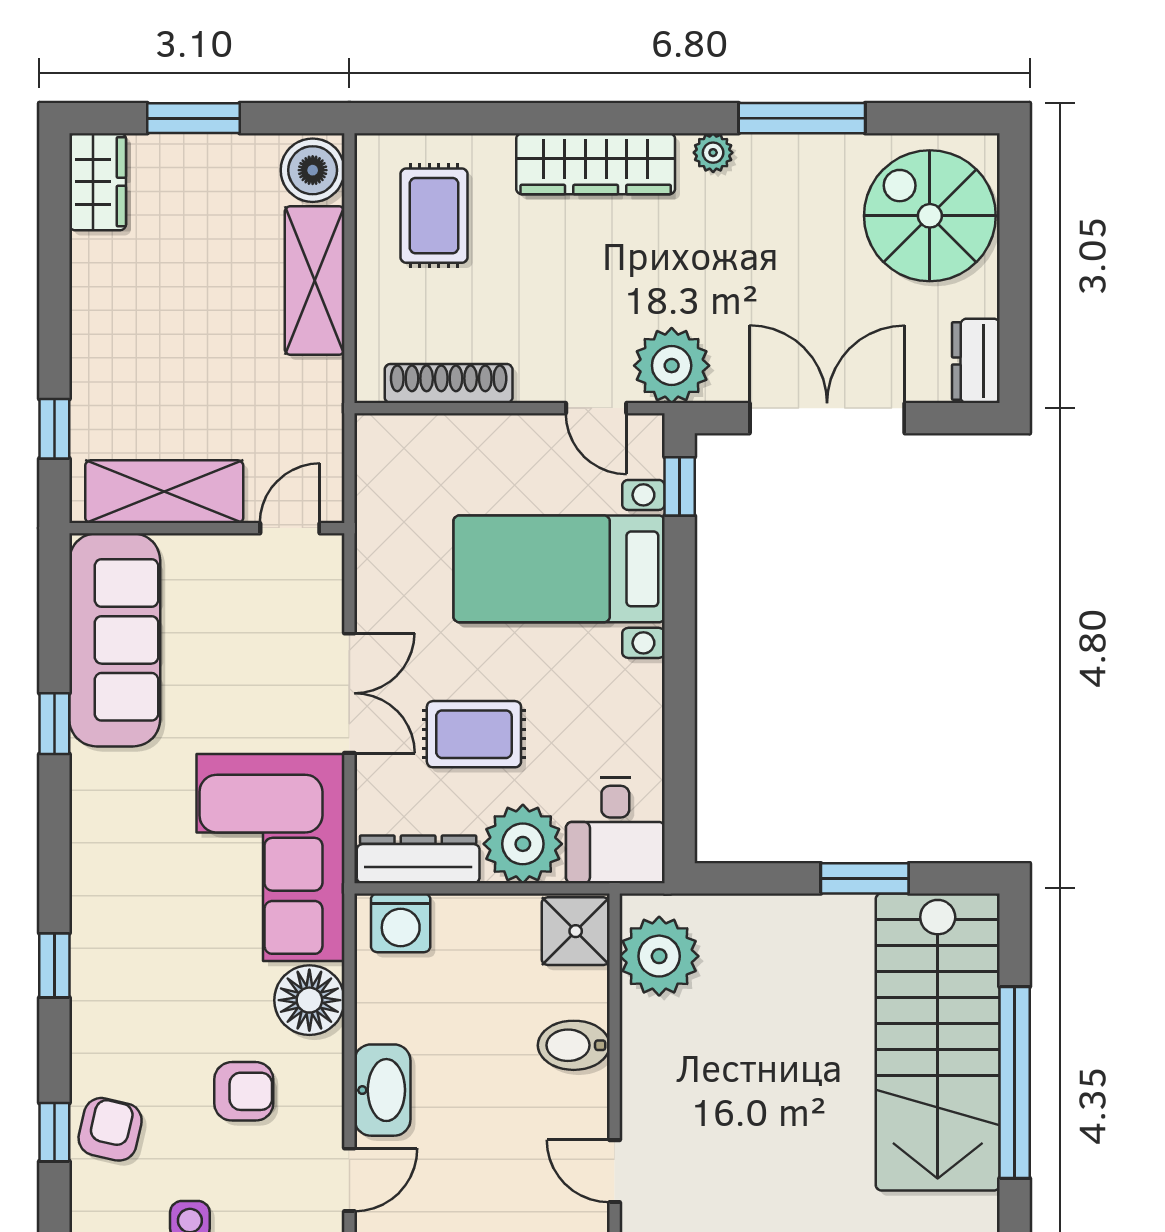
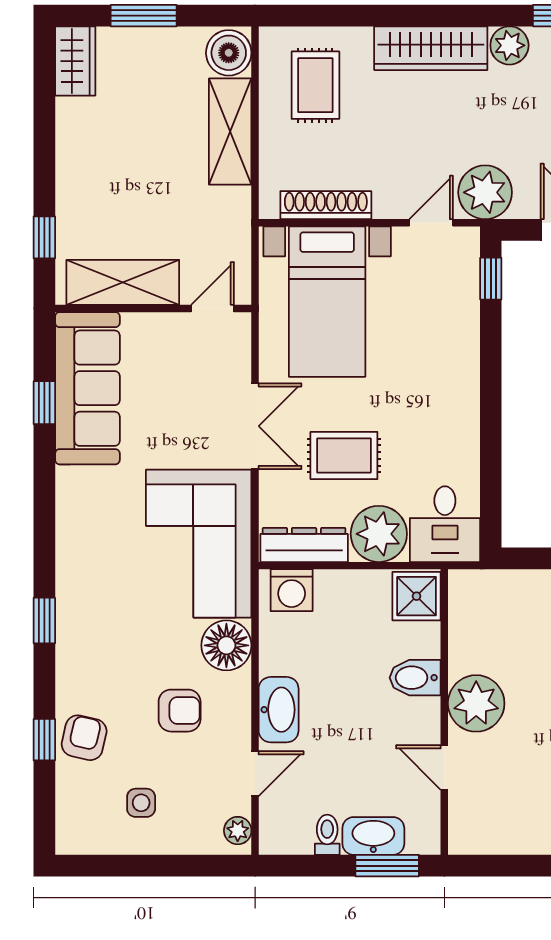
plant: (713, 153) -> (509, 45), width x1.38, depth x1.38
door: (596, 408) -> (431, 223), swing flipped
bed with nightstands: (559, 569) -> (327, 302), moved, turned -90
window: (54, 724) -> (44, 403), moved
plant: (659, 956) -> (476, 703), moved

